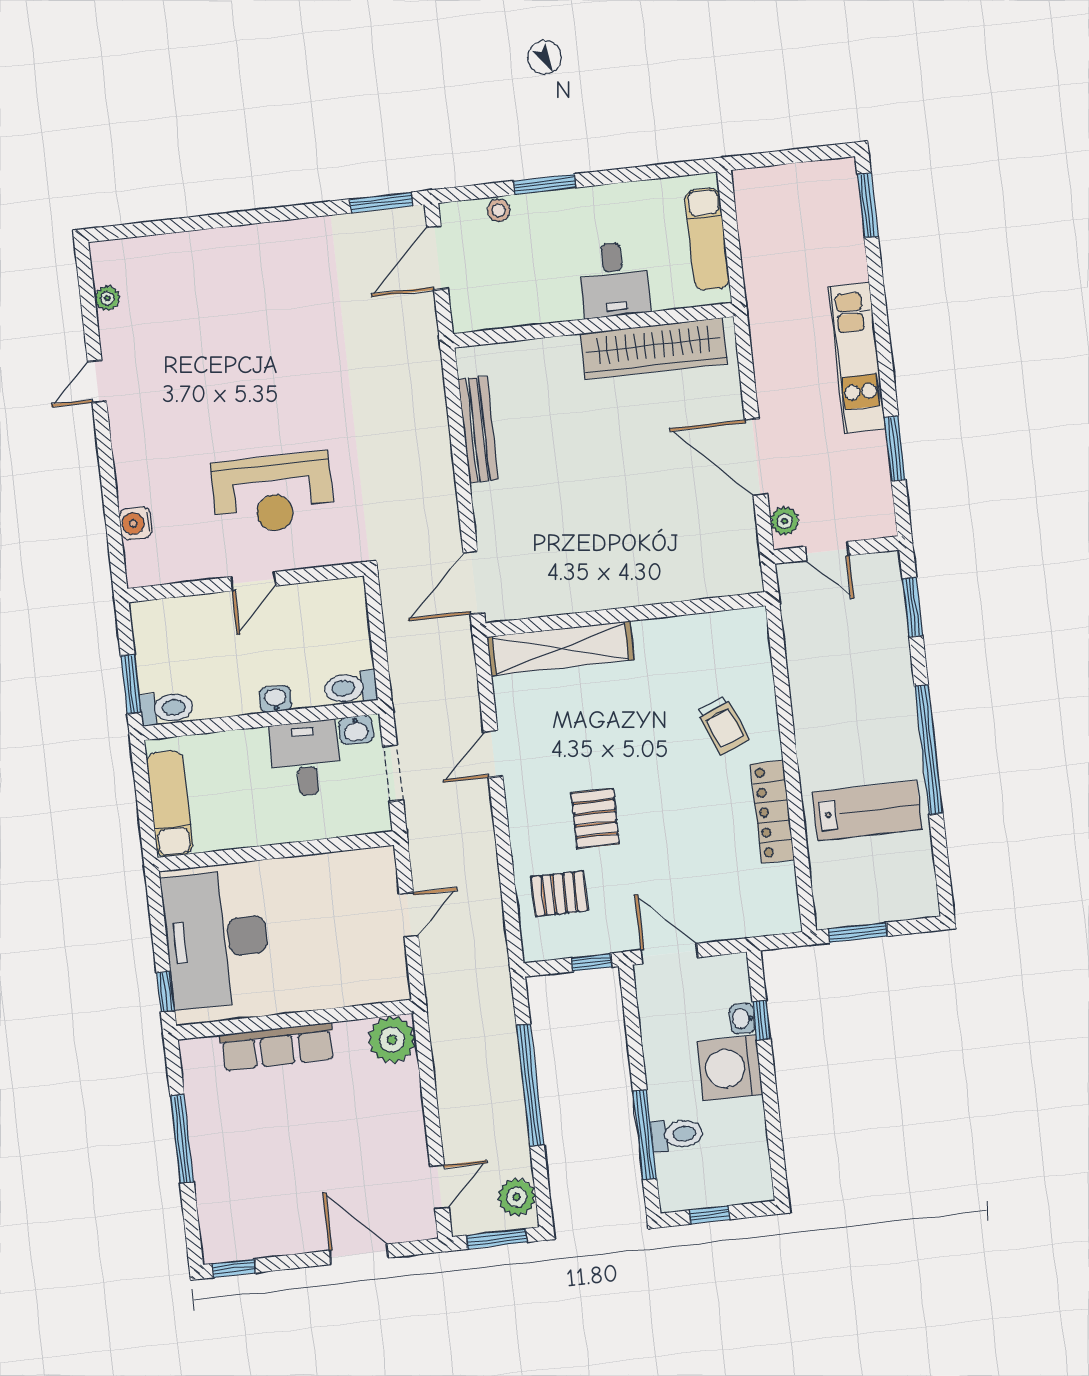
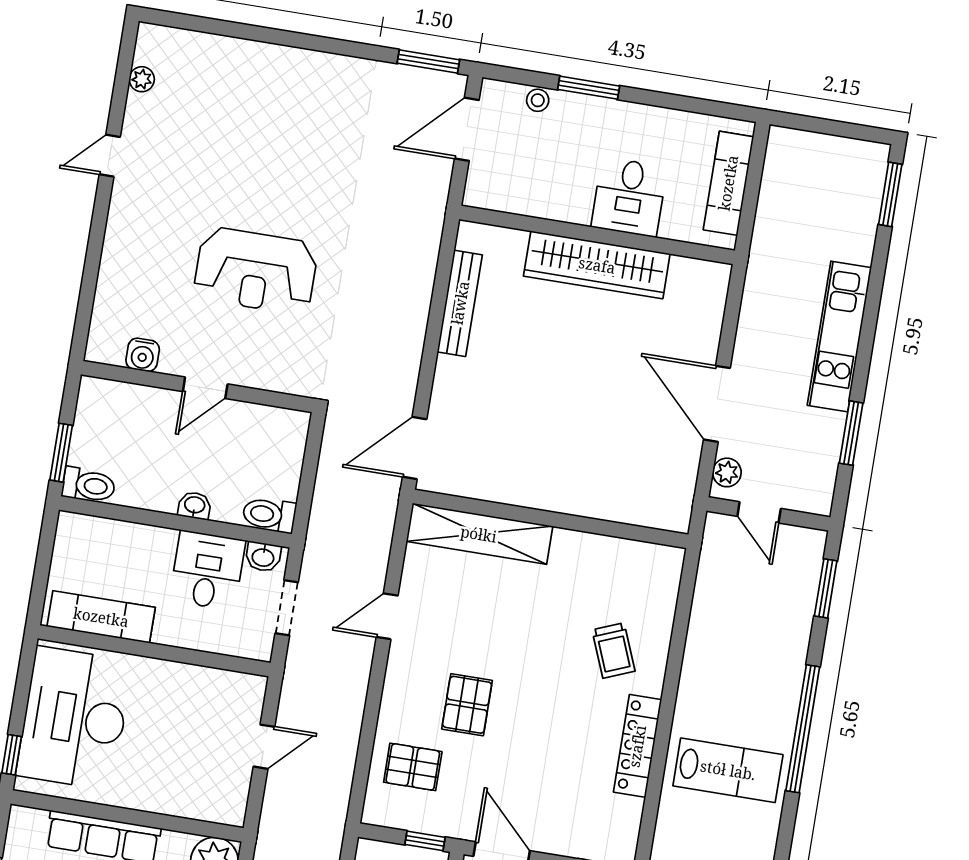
wardrobe: (654, 349) -> (597, 265), moved
reception desk: (273, 493) -> (256, 271), moved
water cooler: (136, 523) -> (143, 355), moved, turned -90
exam couch: (170, 804) -> (101, 617), moved, turned -90

